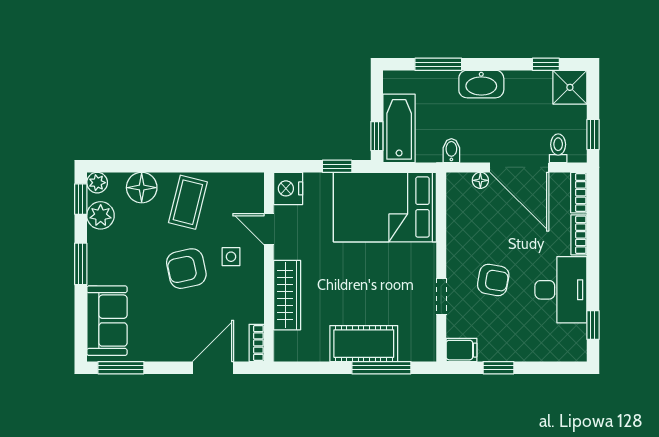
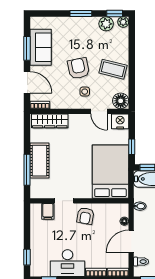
door: (519, 167) -> (131, 241), width x0.73
floor lamp: (142, 188) -> (121, 101), moved
door: (269, 229) -> (99, 111), swing flipped
armchair: (493, 280) -> (85, 216), moved
wardrobe: (287, 295) -> (50, 121), moved
sofa: (107, 321) -> (41, 47), moved, turned -90
filing cabinet: (462, 350) -> (48, 211), moved
window: (121, 368) -> (27, 48), moved
window: (498, 368) -> (27, 257), moved

